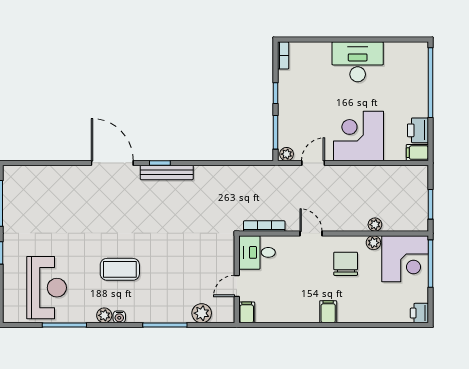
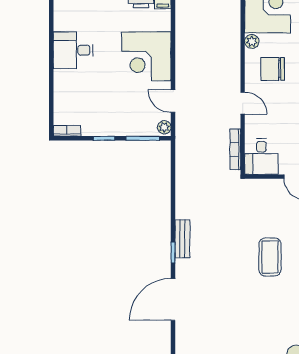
desk: (358, 62) -> (73, 50), width x0.73
bench: (167, 172) -> (182, 239), width x0.73
plant: (375, 225) -> (234, 40), removed
door: (311, 233) -> (243, 103), swing flipped
coffee table: (120, 269) -> (270, 257), moved

